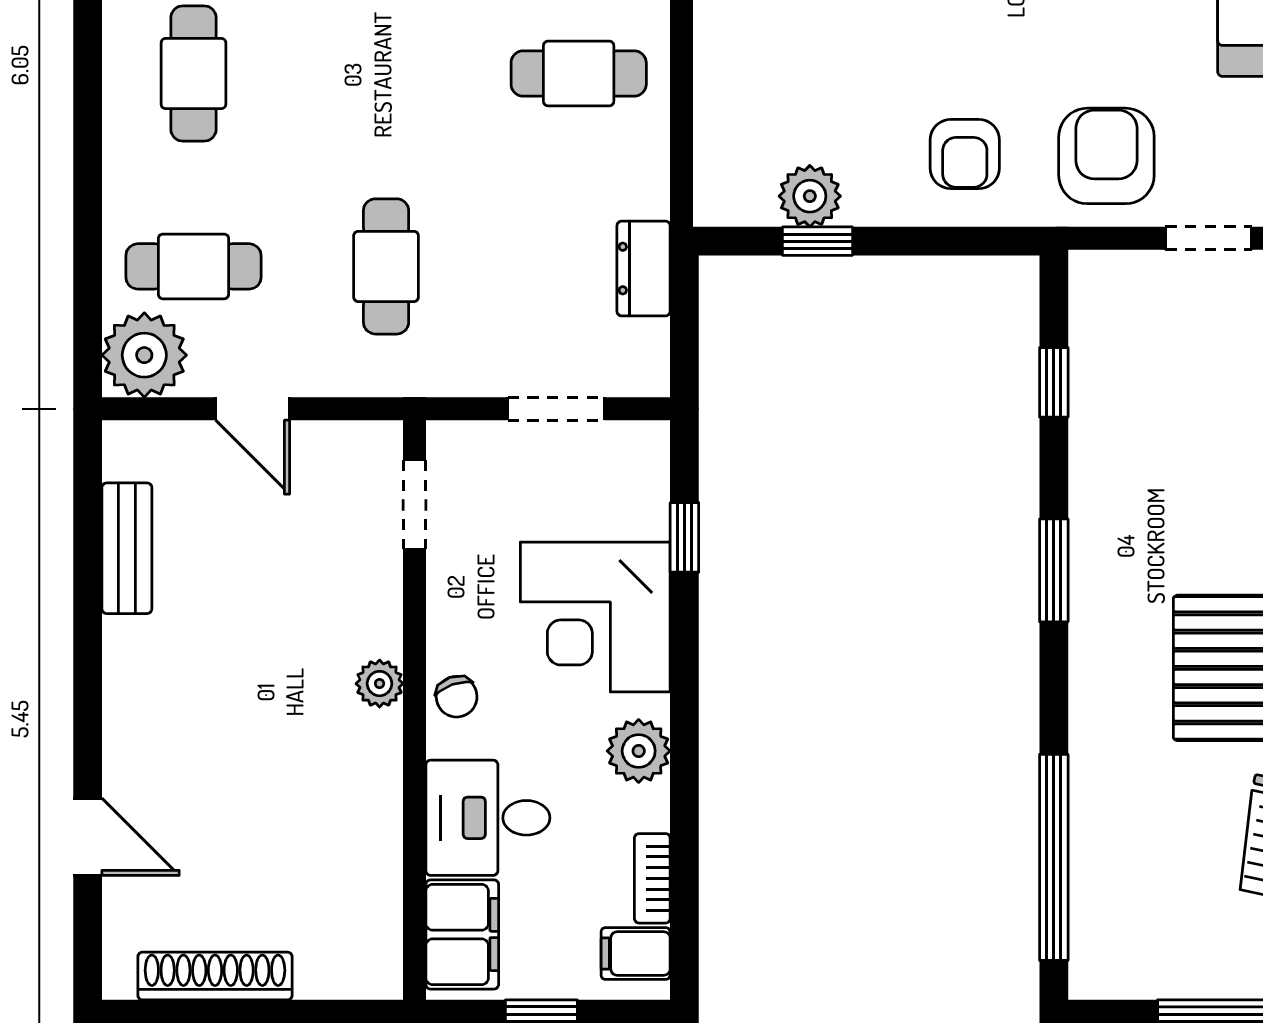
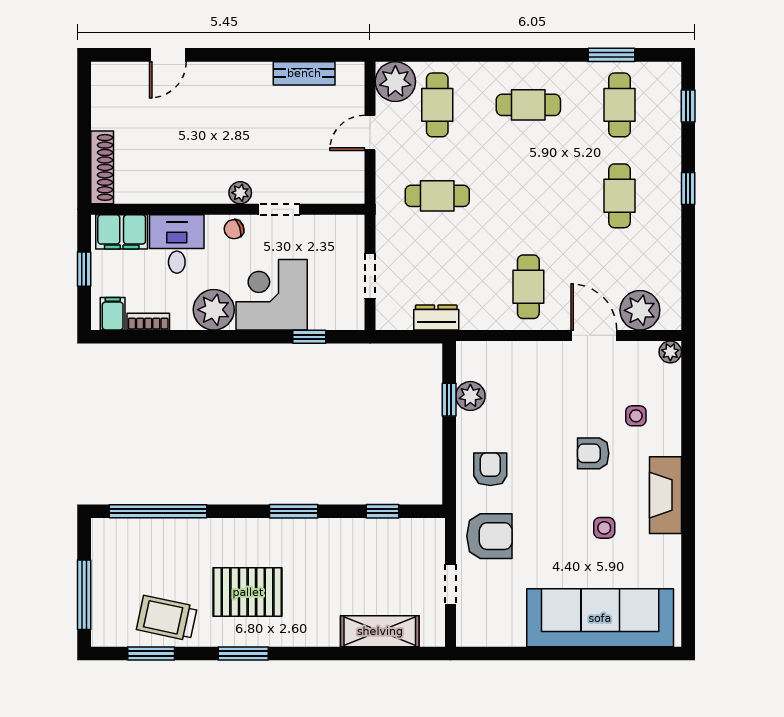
armchair: (965, 154) -> (490, 469), turned 90
doorway: (414, 504) -> (279, 209), moved
plant: (639, 751) -> (214, 310), width x1.36, depth x1.36
shoe rack: (215, 976) -> (102, 167), moved

